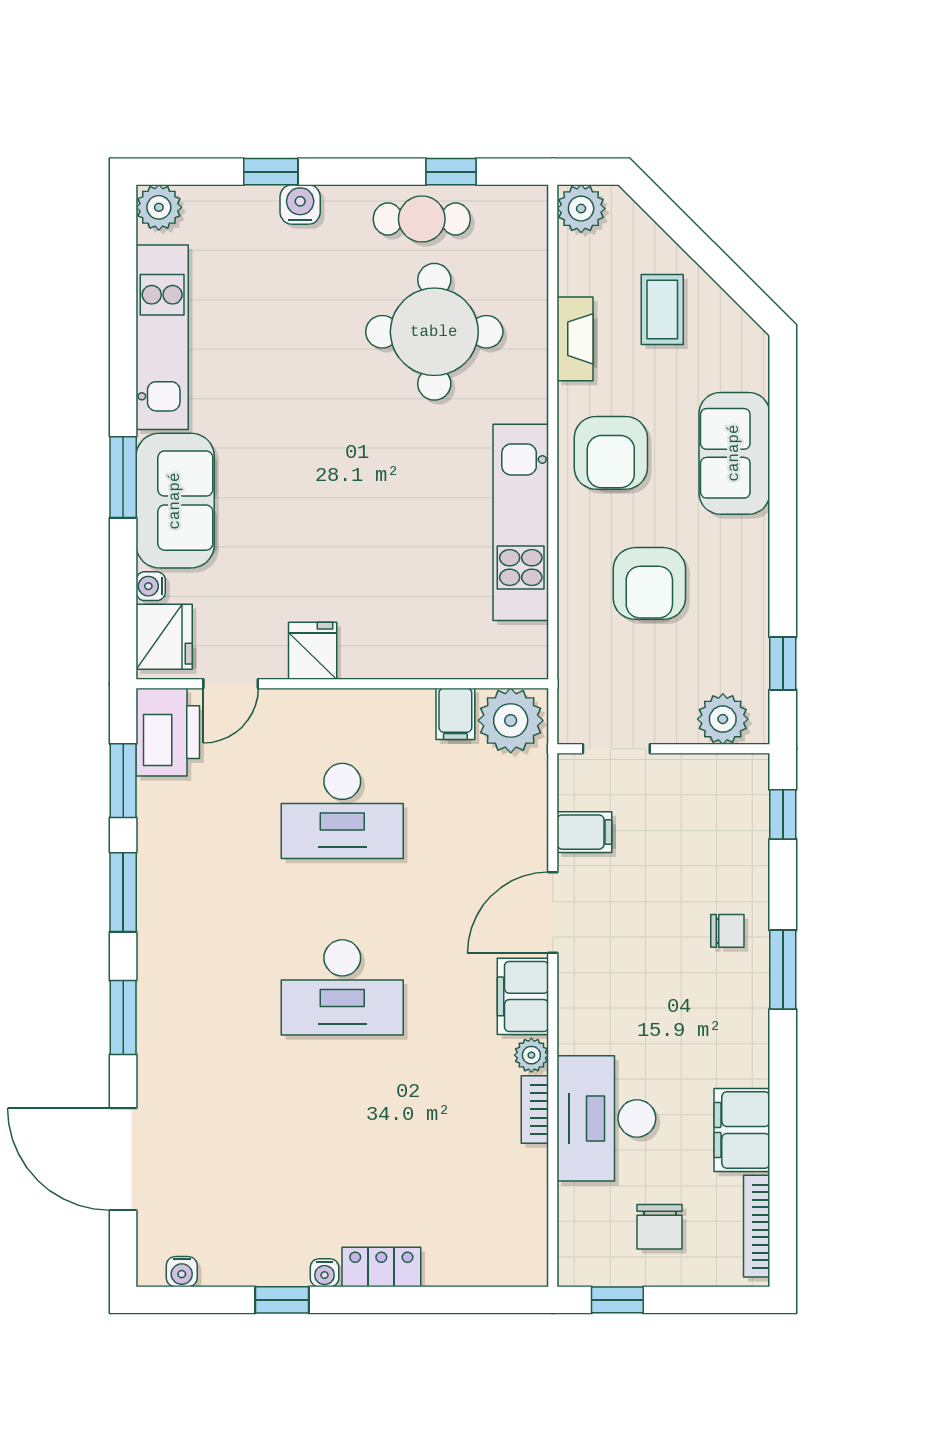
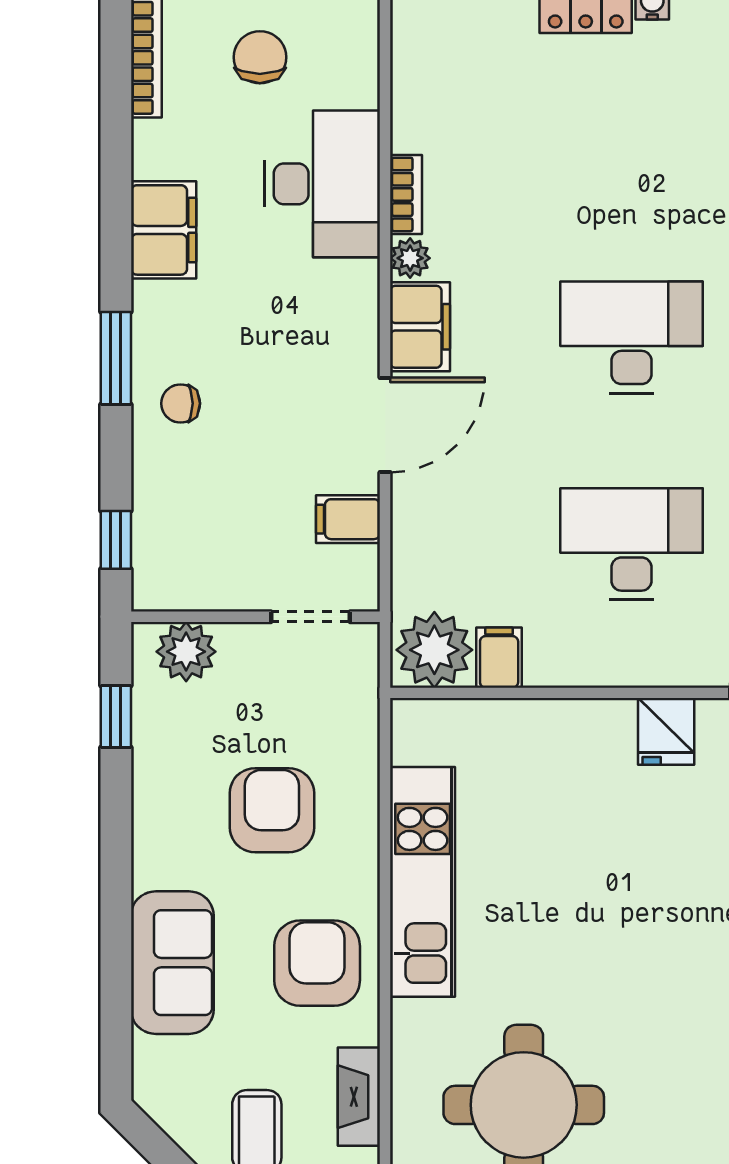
filing cabinet: (742, 1130) -> (164, 230), moved

